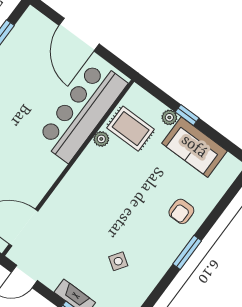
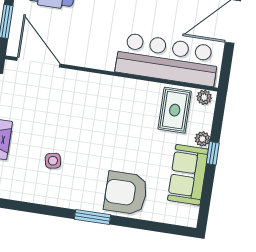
plant: (101, 139) -> (204, 97), moved
armchair: (181, 211) -> (126, 193), width x1.88, depth x1.88
side table: (118, 261) -> (53, 161), turned 45

